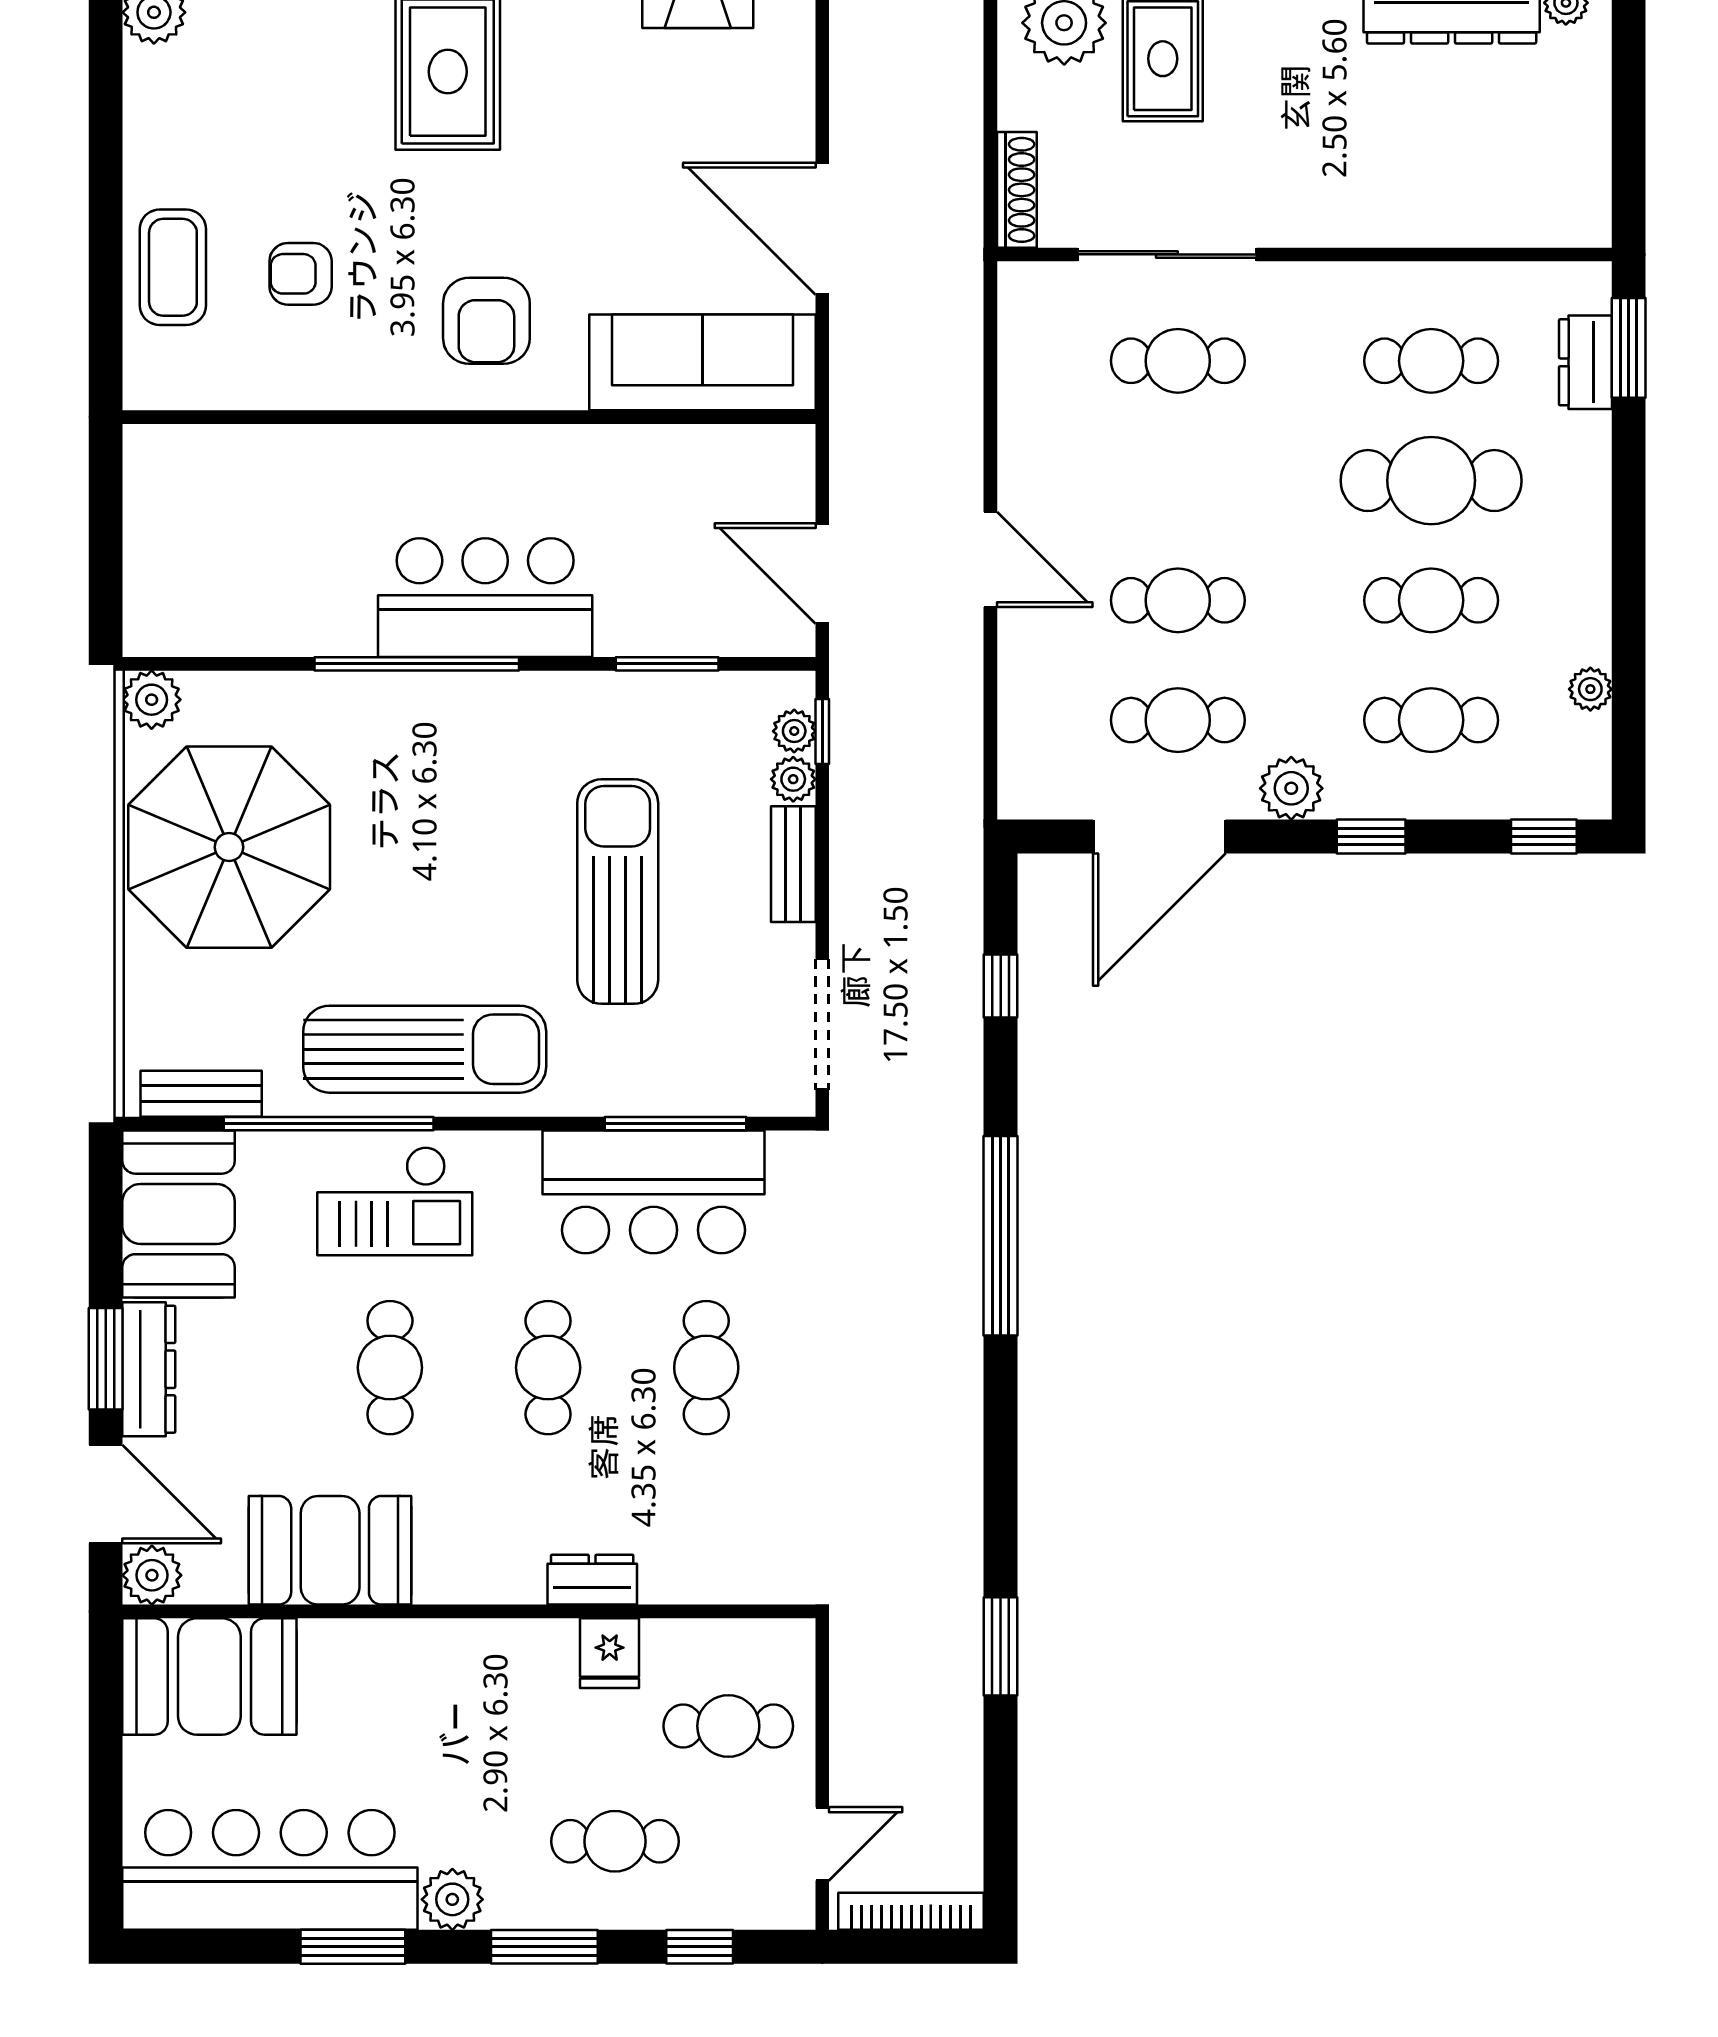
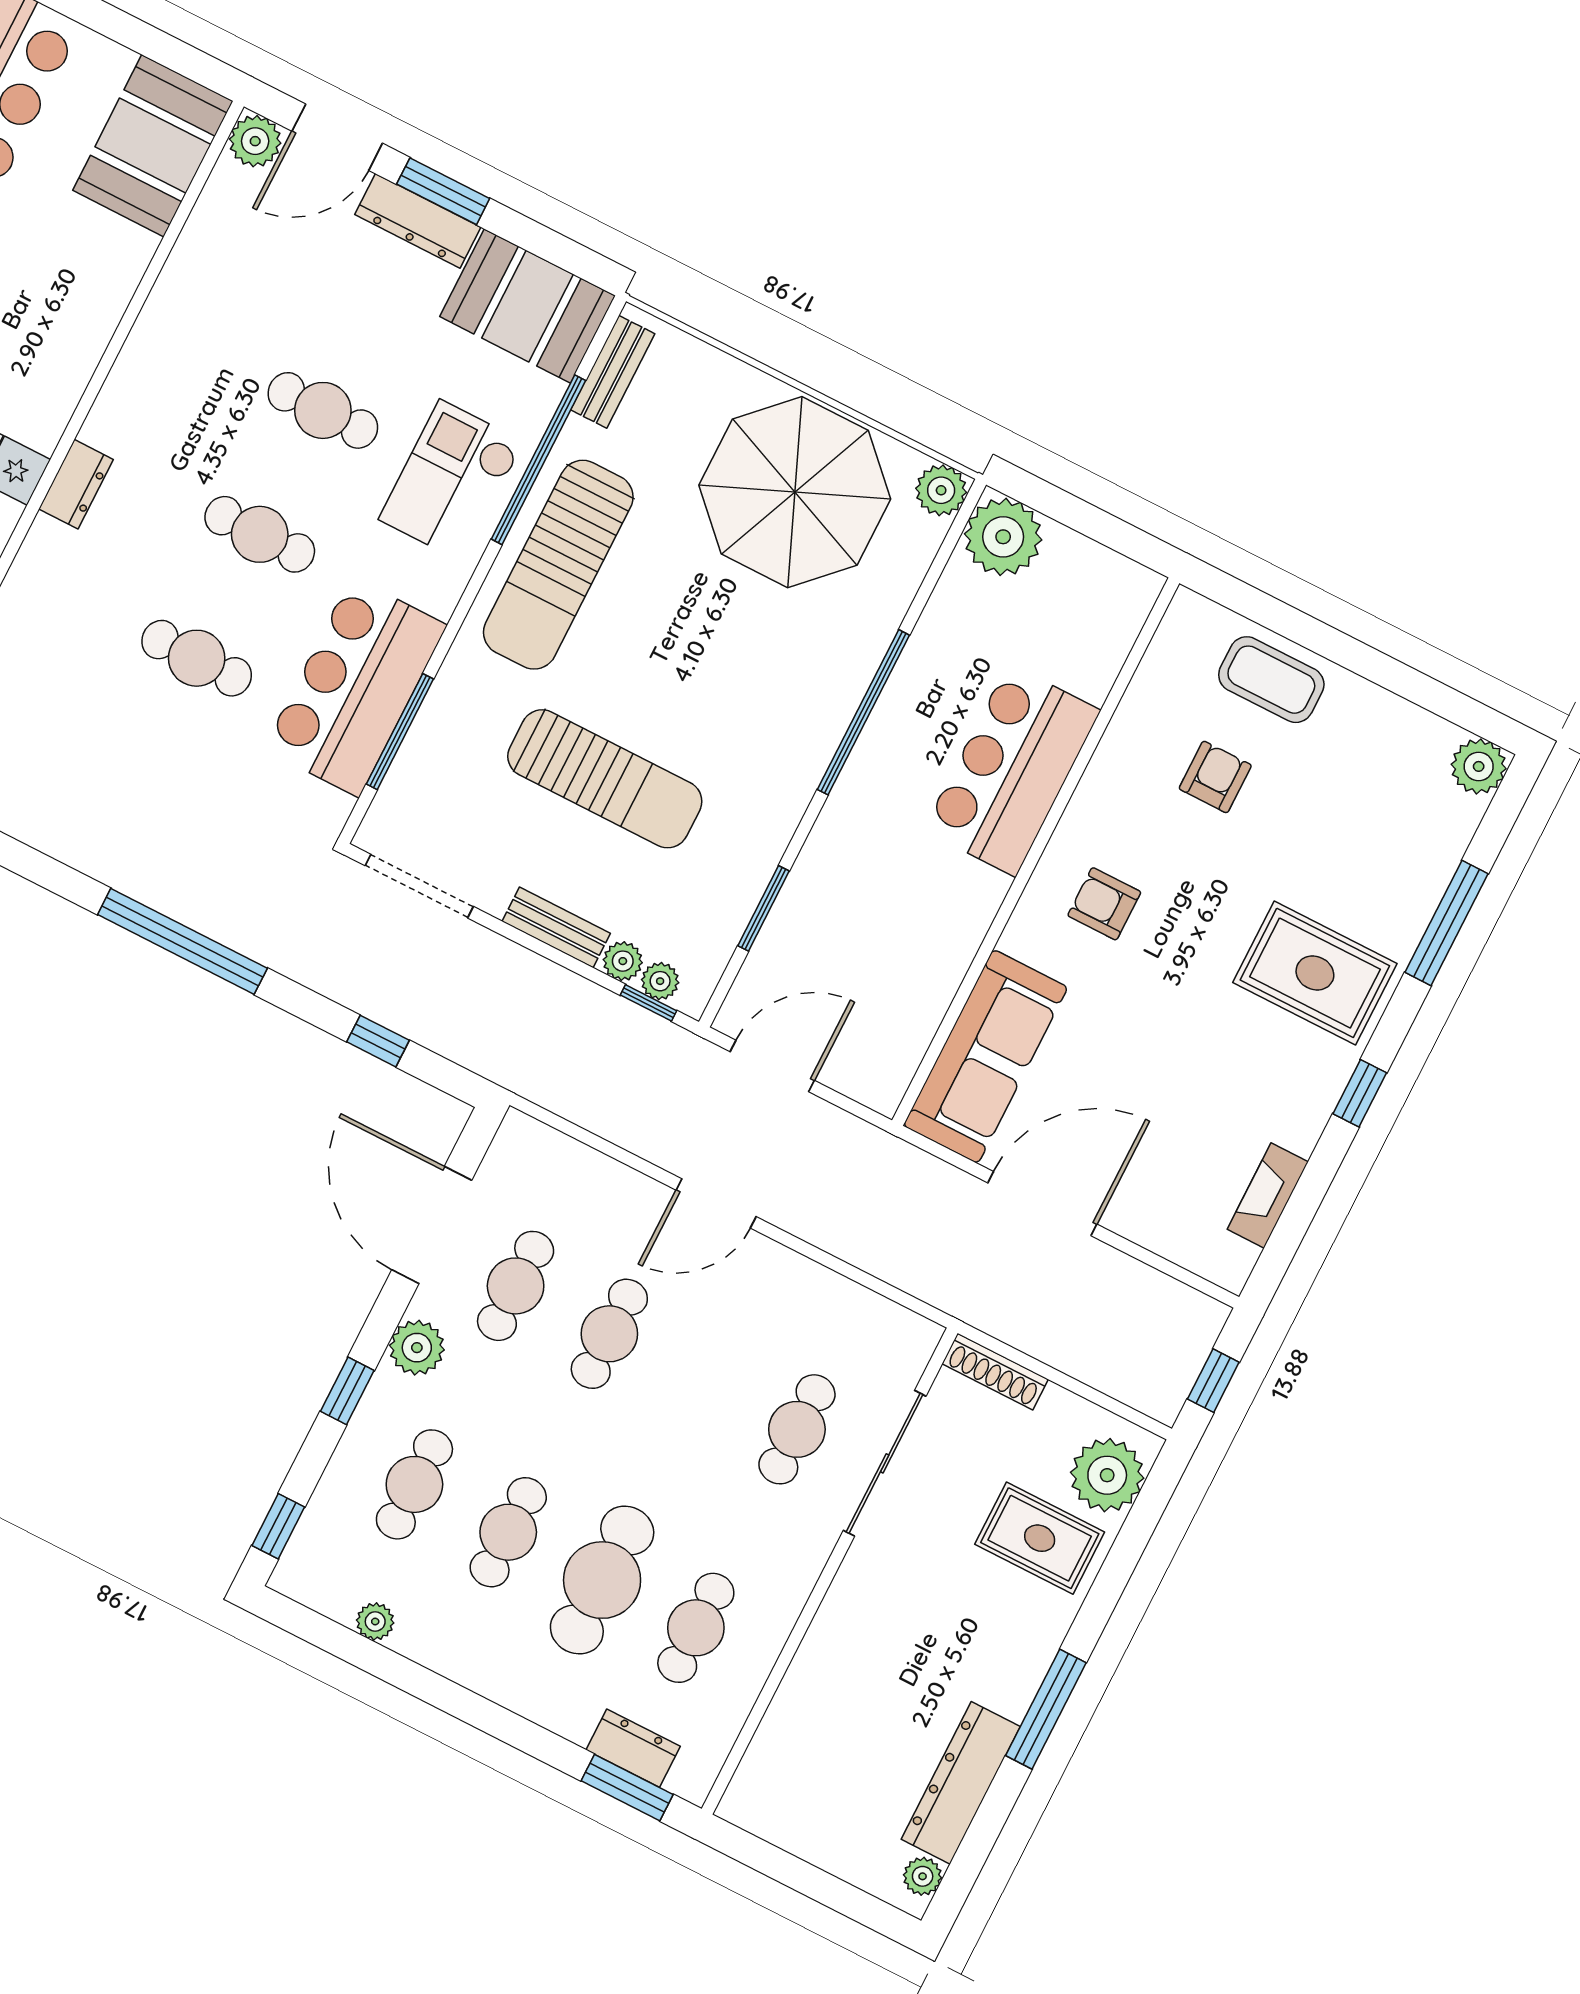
armchair: (486, 321) -> (1104, 904), width x0.72, depth x0.72
bar counter: (485, 598) -> (1012, 770), moved, turned 180
plant: (167, 613) -> (1003, 537), added
booth: (330, 1550) -> (204, 291), removed

